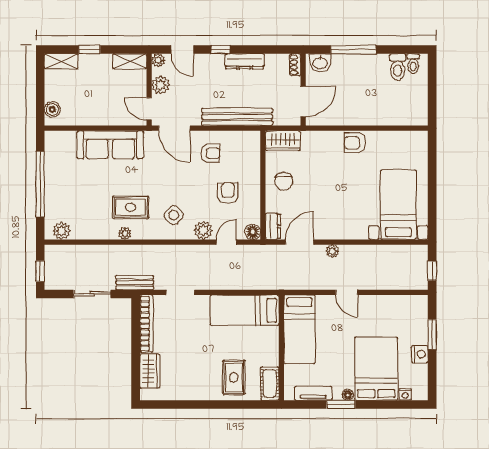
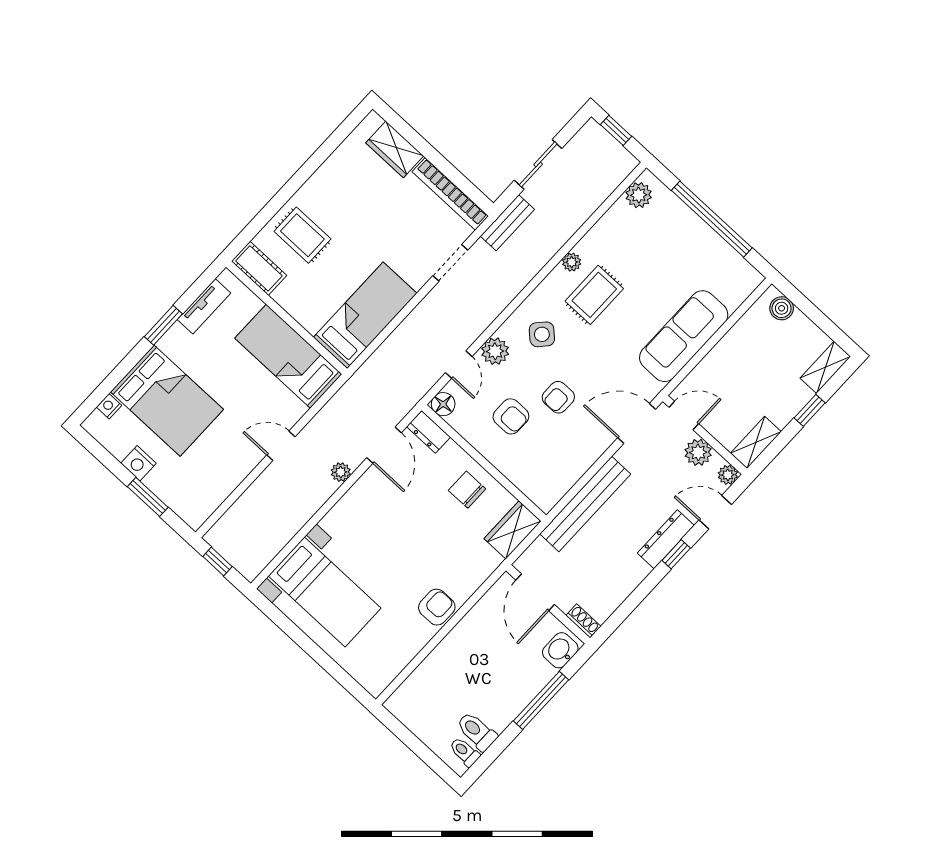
dresser: (245, 61) -> (666, 539), moved
armchair: (210, 153) -> (558, 397), moved
floor lamp: (348, 395) -> (167, 343), removed

